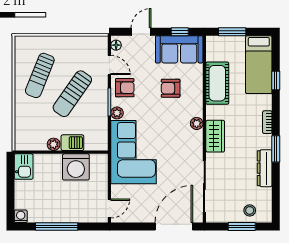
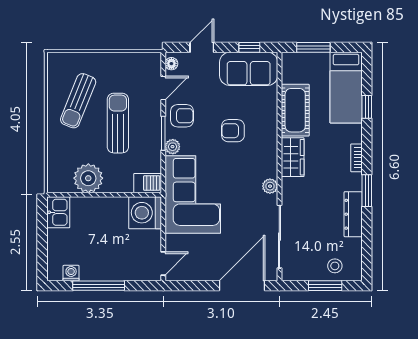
door: (109, 65) -> (163, 88), hinge flipped
armchair: (171, 88) -> (233, 131), moved
sun lounger: (72, 94) -> (118, 123), turned 145
plant: (197, 123) -> (270, 186), moved
wardrobe: (215, 136) -> (293, 157), moved
barbecue: (72, 143) -> (148, 183), moved
plant: (54, 144) -> (88, 178), width x1.88, depth x1.88
washing machine: (76, 167) -> (145, 213), moved, turned 90
washing machine: (21, 216) -> (71, 273), moved

